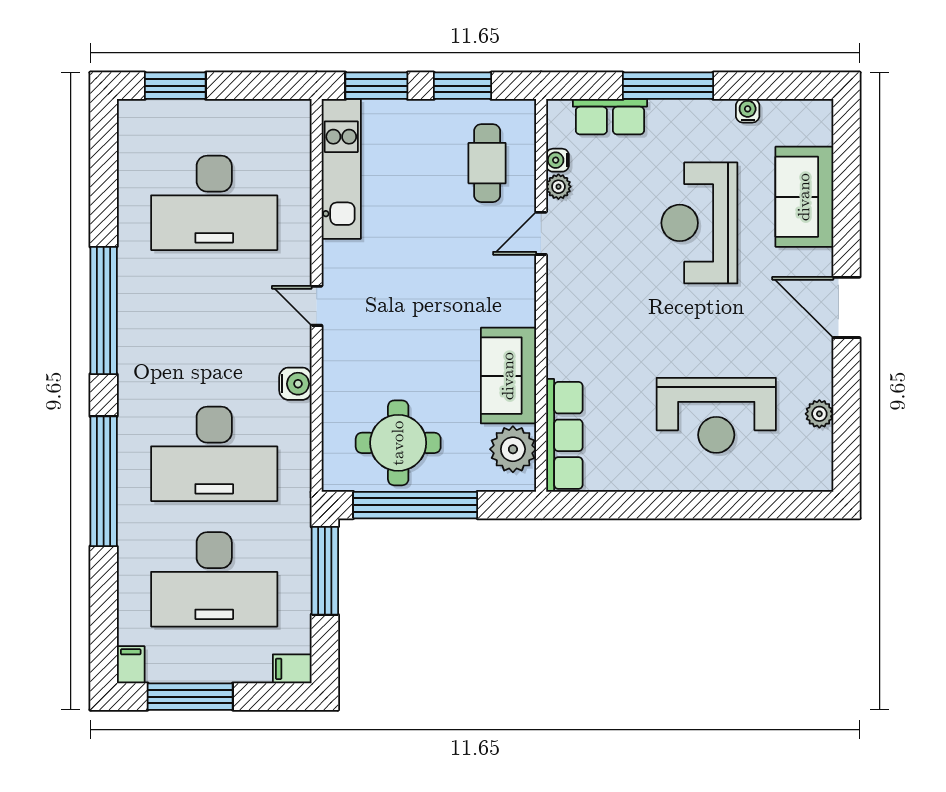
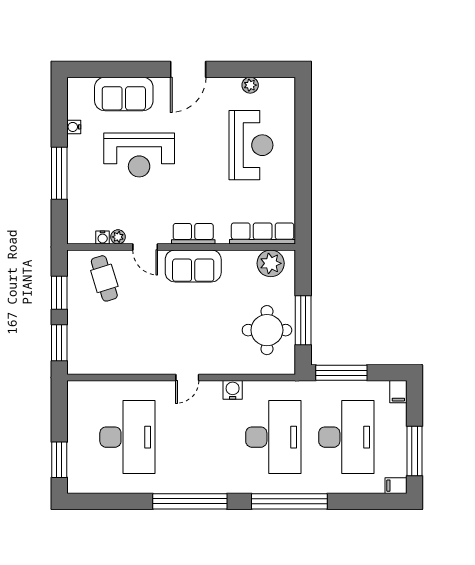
row of seats: (610, 117) -> (193, 234), moved, turned -90
cafe table: (487, 163) -> (104, 278), turned 73
kitchen unit: (341, 169) -> (108, 363), removed
sofa: (508, 376) -> (193, 266), moved
window: (415, 505) -> (303, 320), width x0.68

